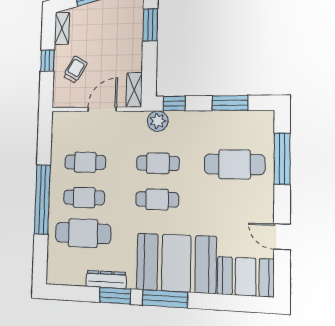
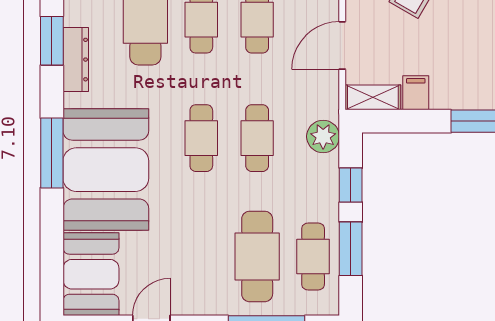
filing cabinet: (132, 63) -> (416, 93), added
window: (174, 103) -> (351, 185), moved
door: (102, 109) -> (342, 45), swing flipped
cafe table: (235, 128) -> (313, 256), added
window: (115, 296) -> (52, 41), moved

